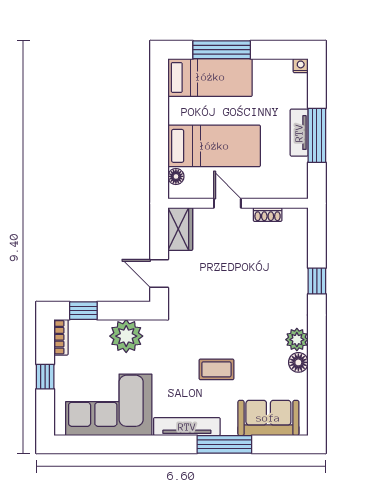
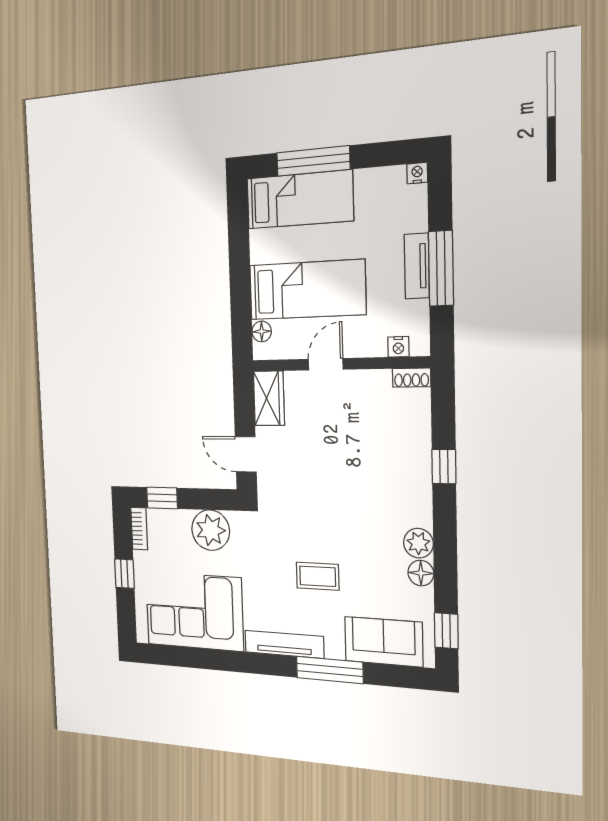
nightstand: (284, 191) -> (398, 347), added
door: (227, 203) -> (326, 364), hinge flipped
shoe rack: (268, 215) -> (412, 378), moved
window: (317, 406) -> (446, 631), added

